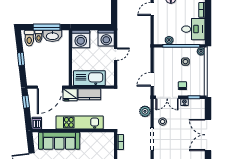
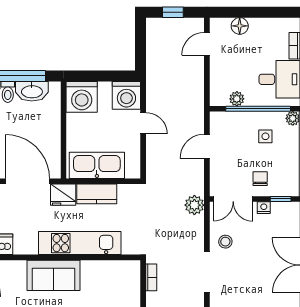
door: (116, 54) -> (143, 123), hinge flipped
door: (152, 79) -> (207, 146), moved
door: (50, 87) -> (28, 181), swing flipped
plant: (145, 111) -> (194, 205), moved
sofa: (59, 141) -> (54, 275), width x0.73

